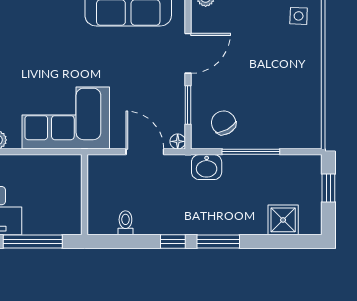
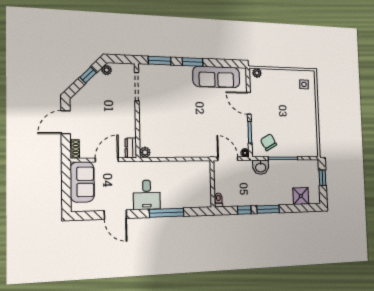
door: (188, 53) -> (249, 103), swing flipped
corner sofa: (66, 118) -> (184, 139), removed
wall: (85, 195) -> (212, 184), moved

